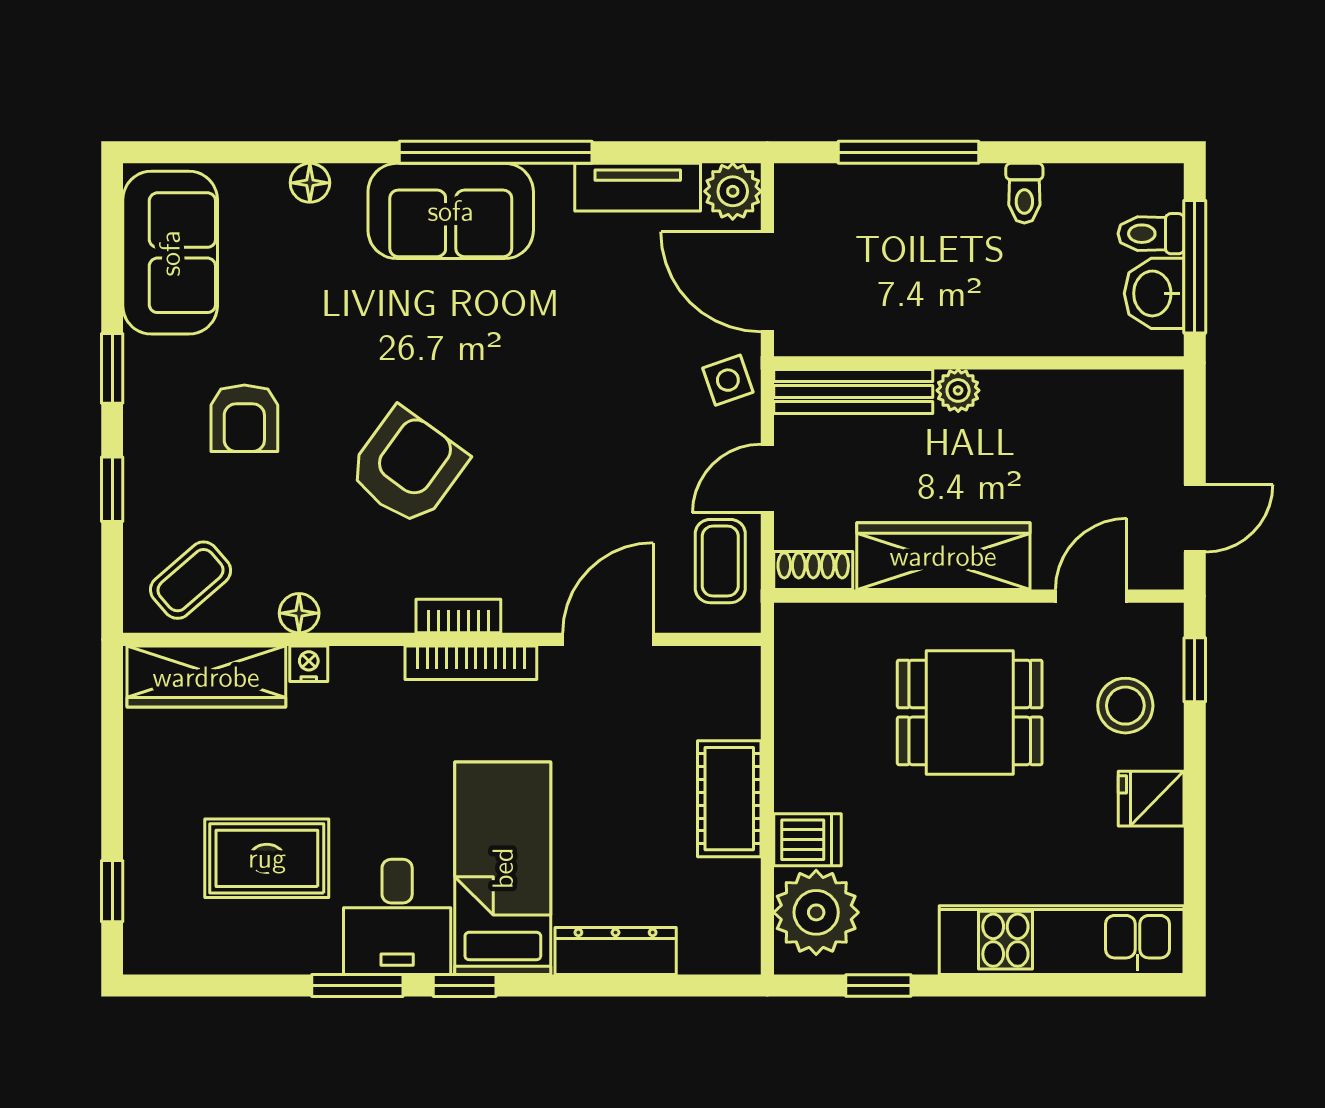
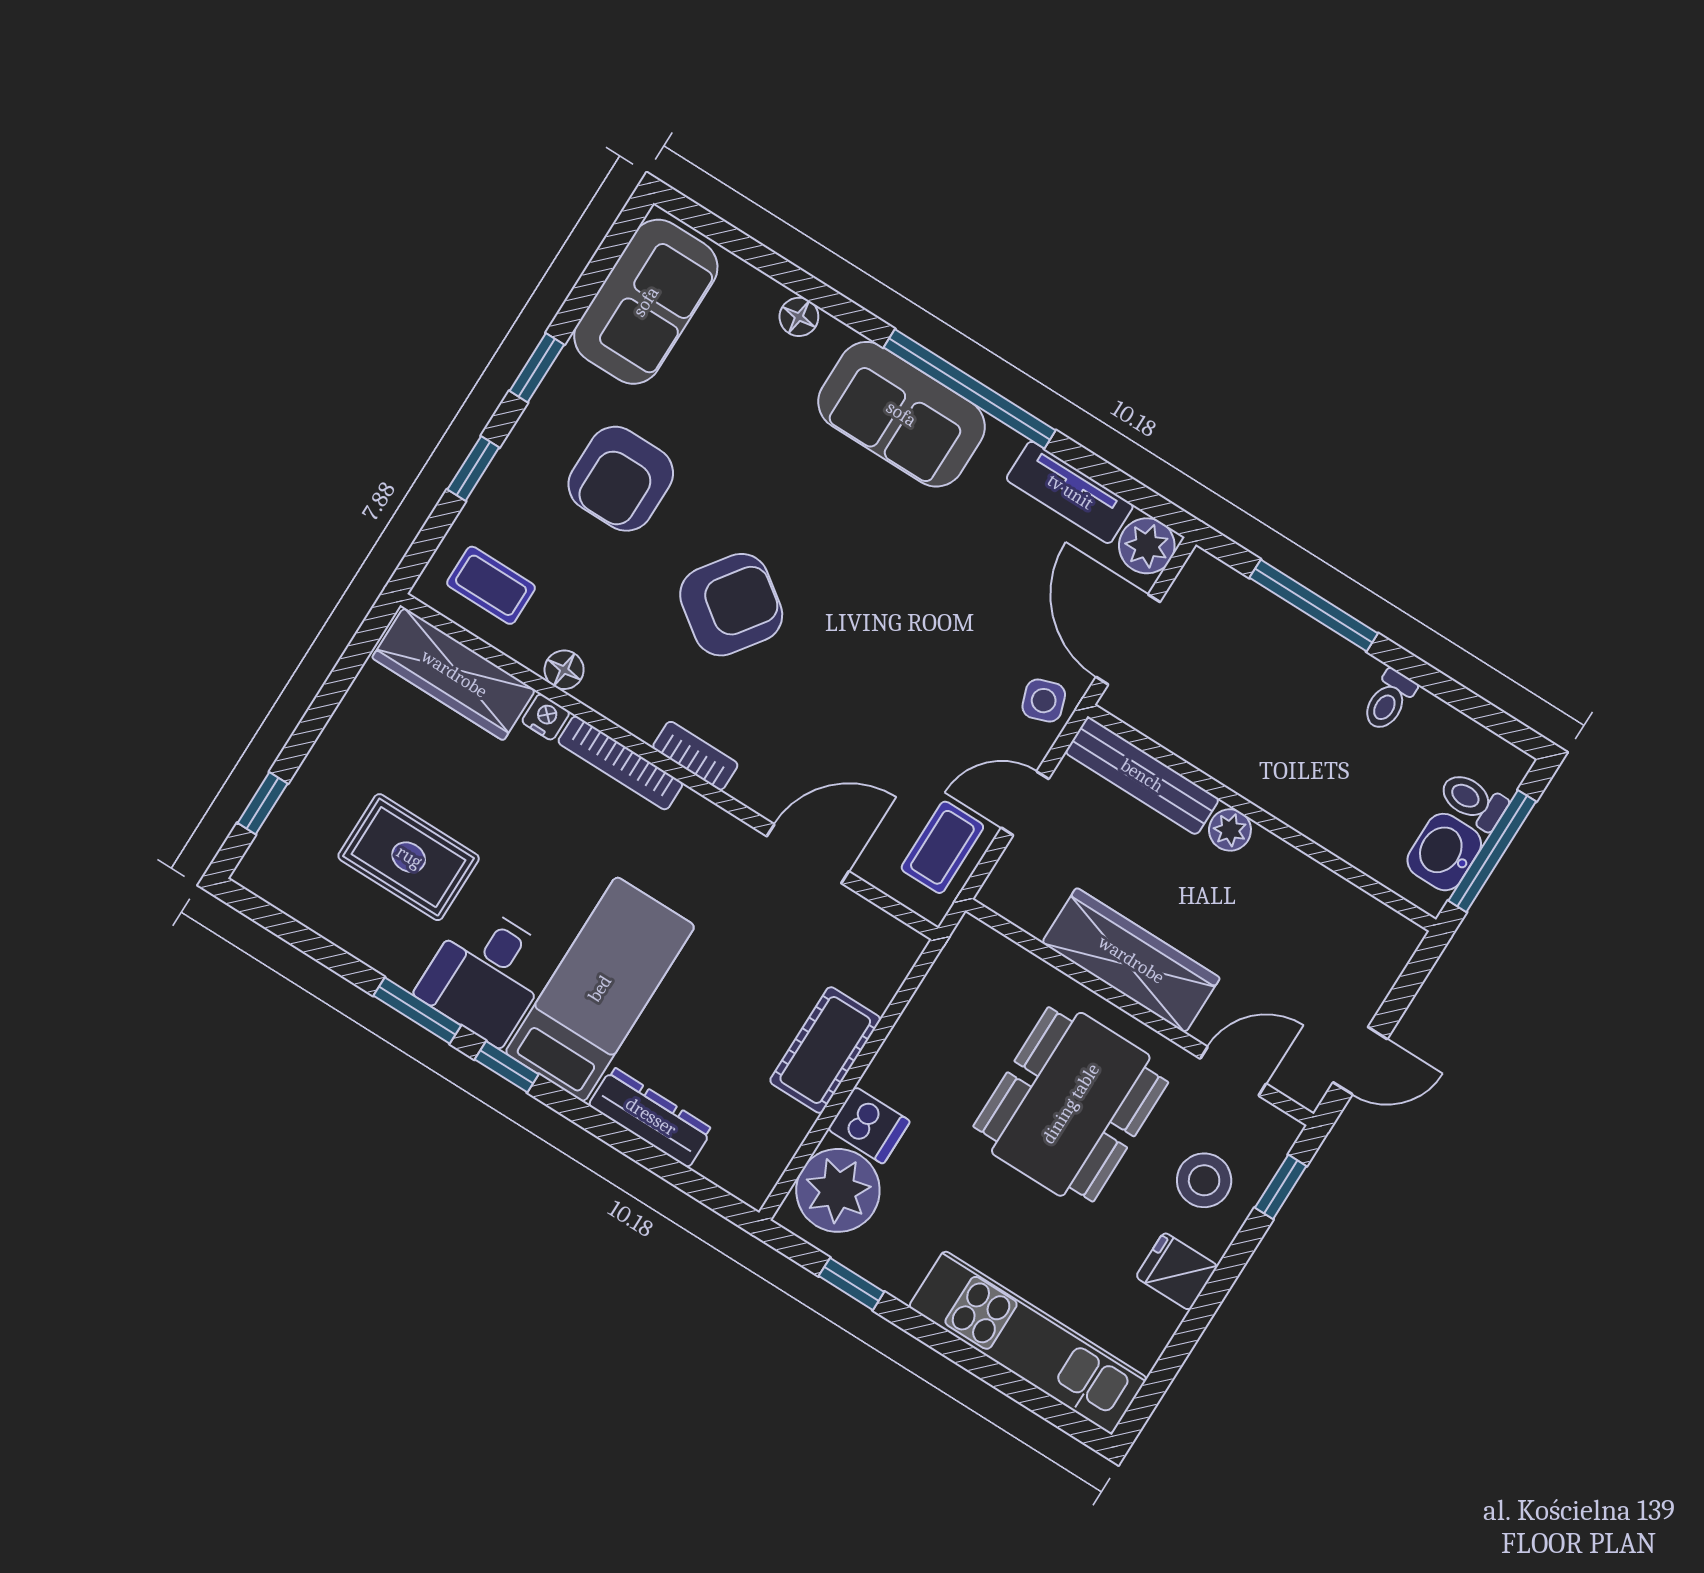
armchair: (244, 418) -> (621, 479), width x1.38, depth x1.38
shoe rack: (813, 570) -> (1015, 904), removed
coffee table: (191, 580) -> (491, 585), turned 41
bookcase: (471, 663) -> (620, 763), moved
dining table: (970, 712) -> (1071, 1104), width x1.38

